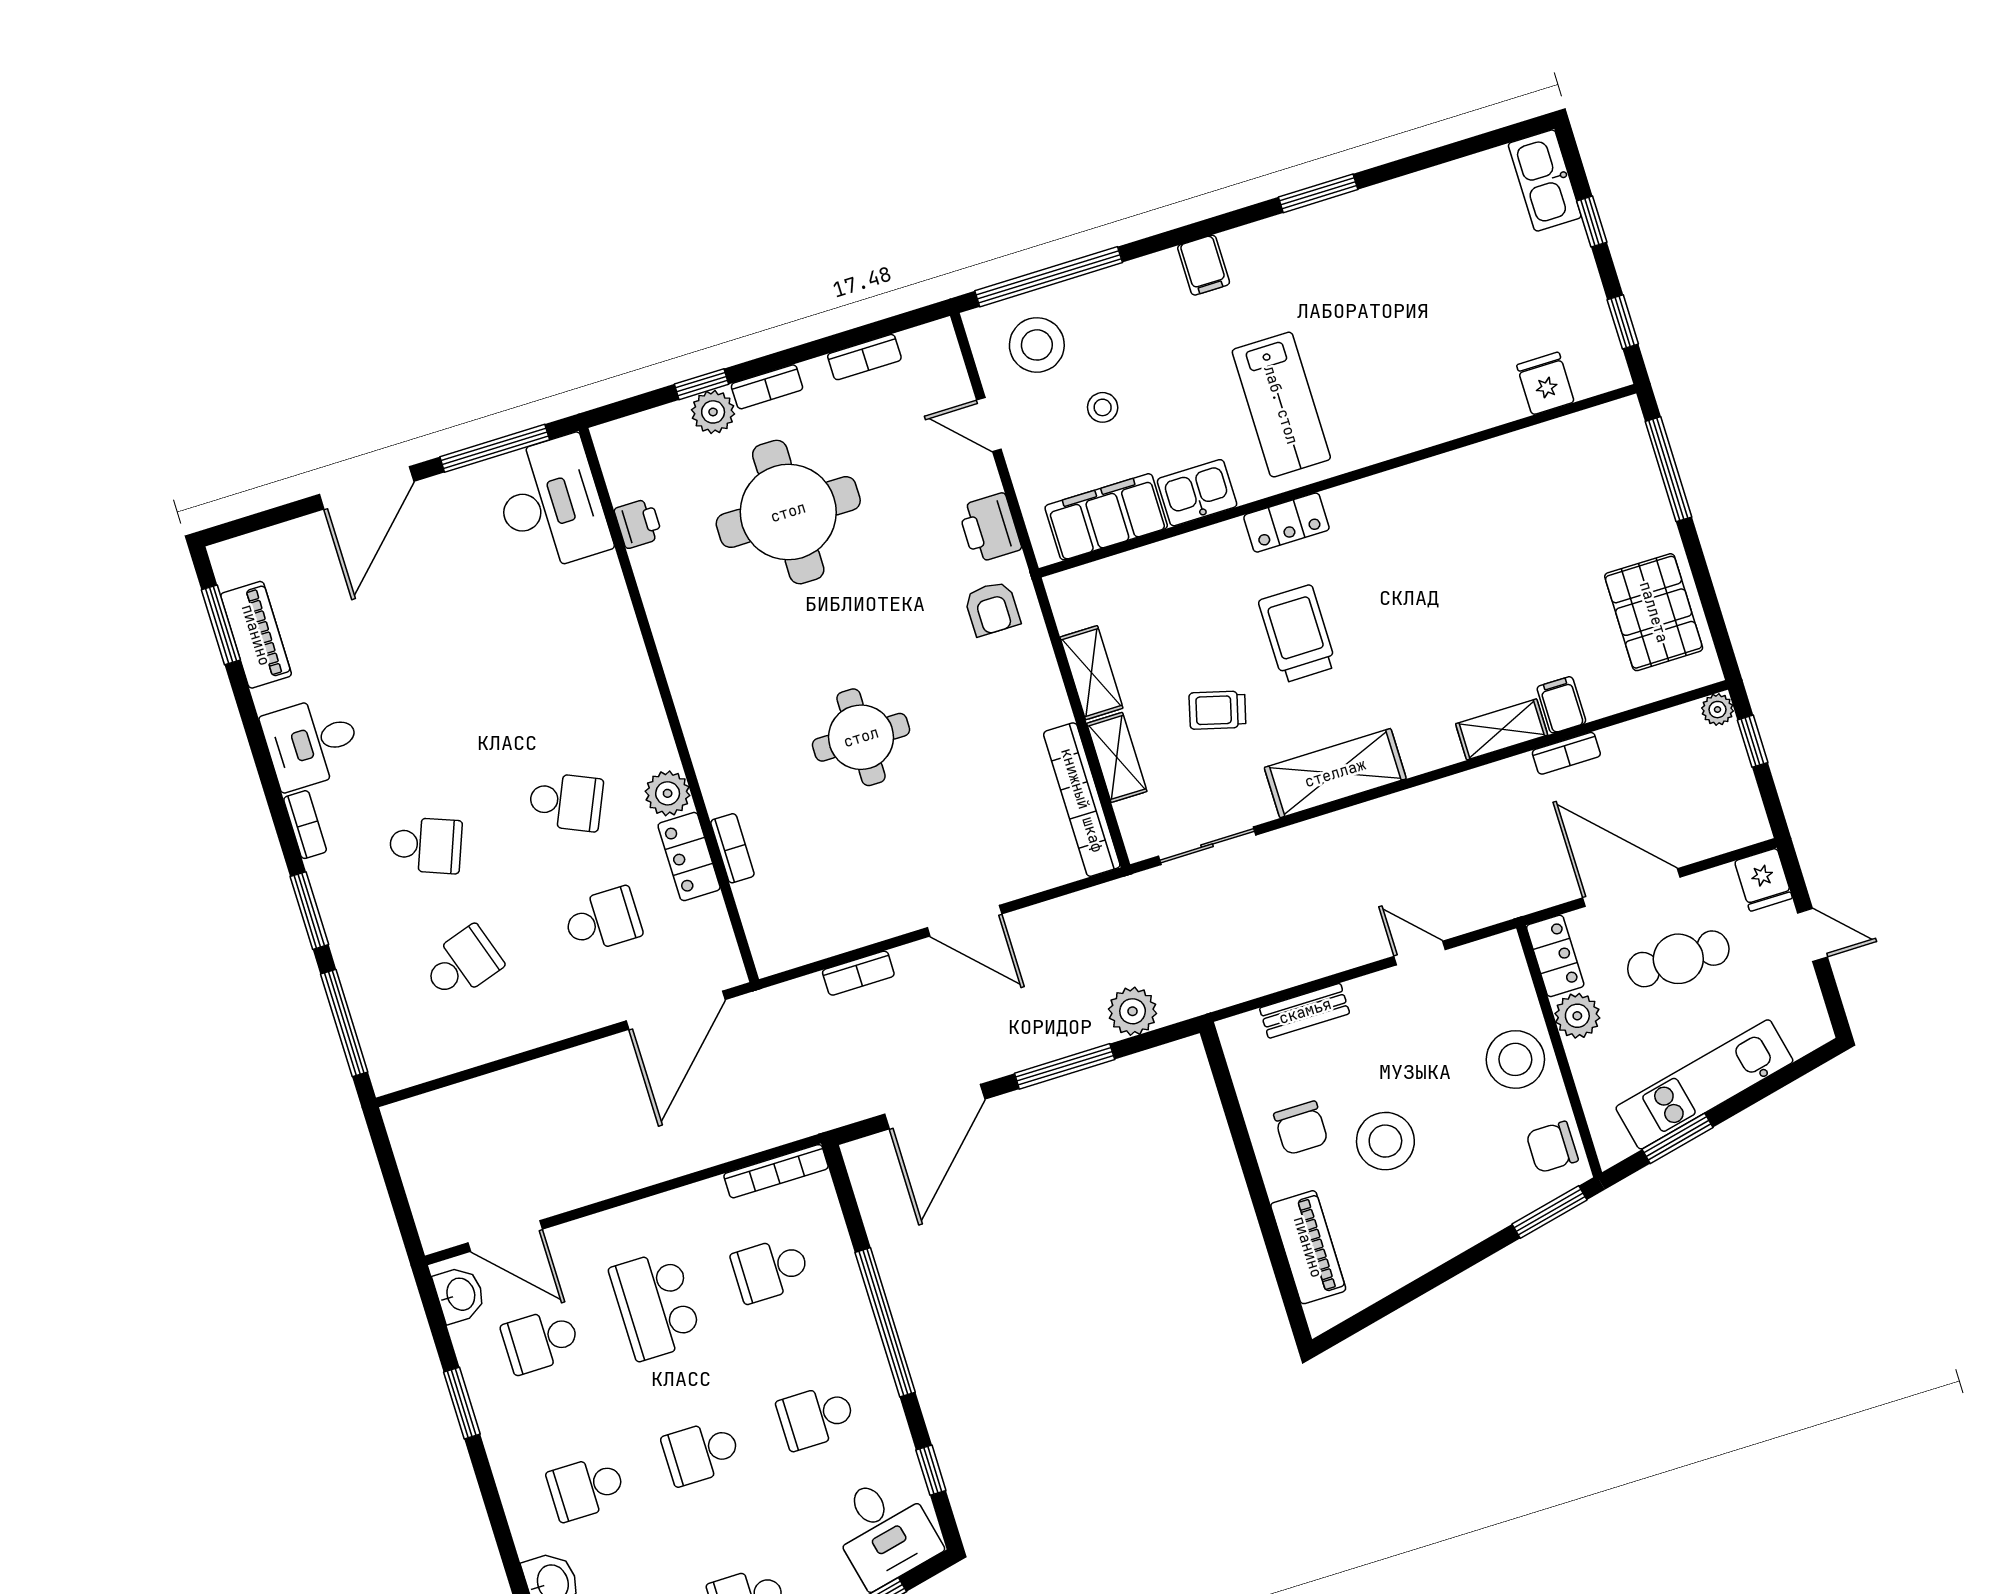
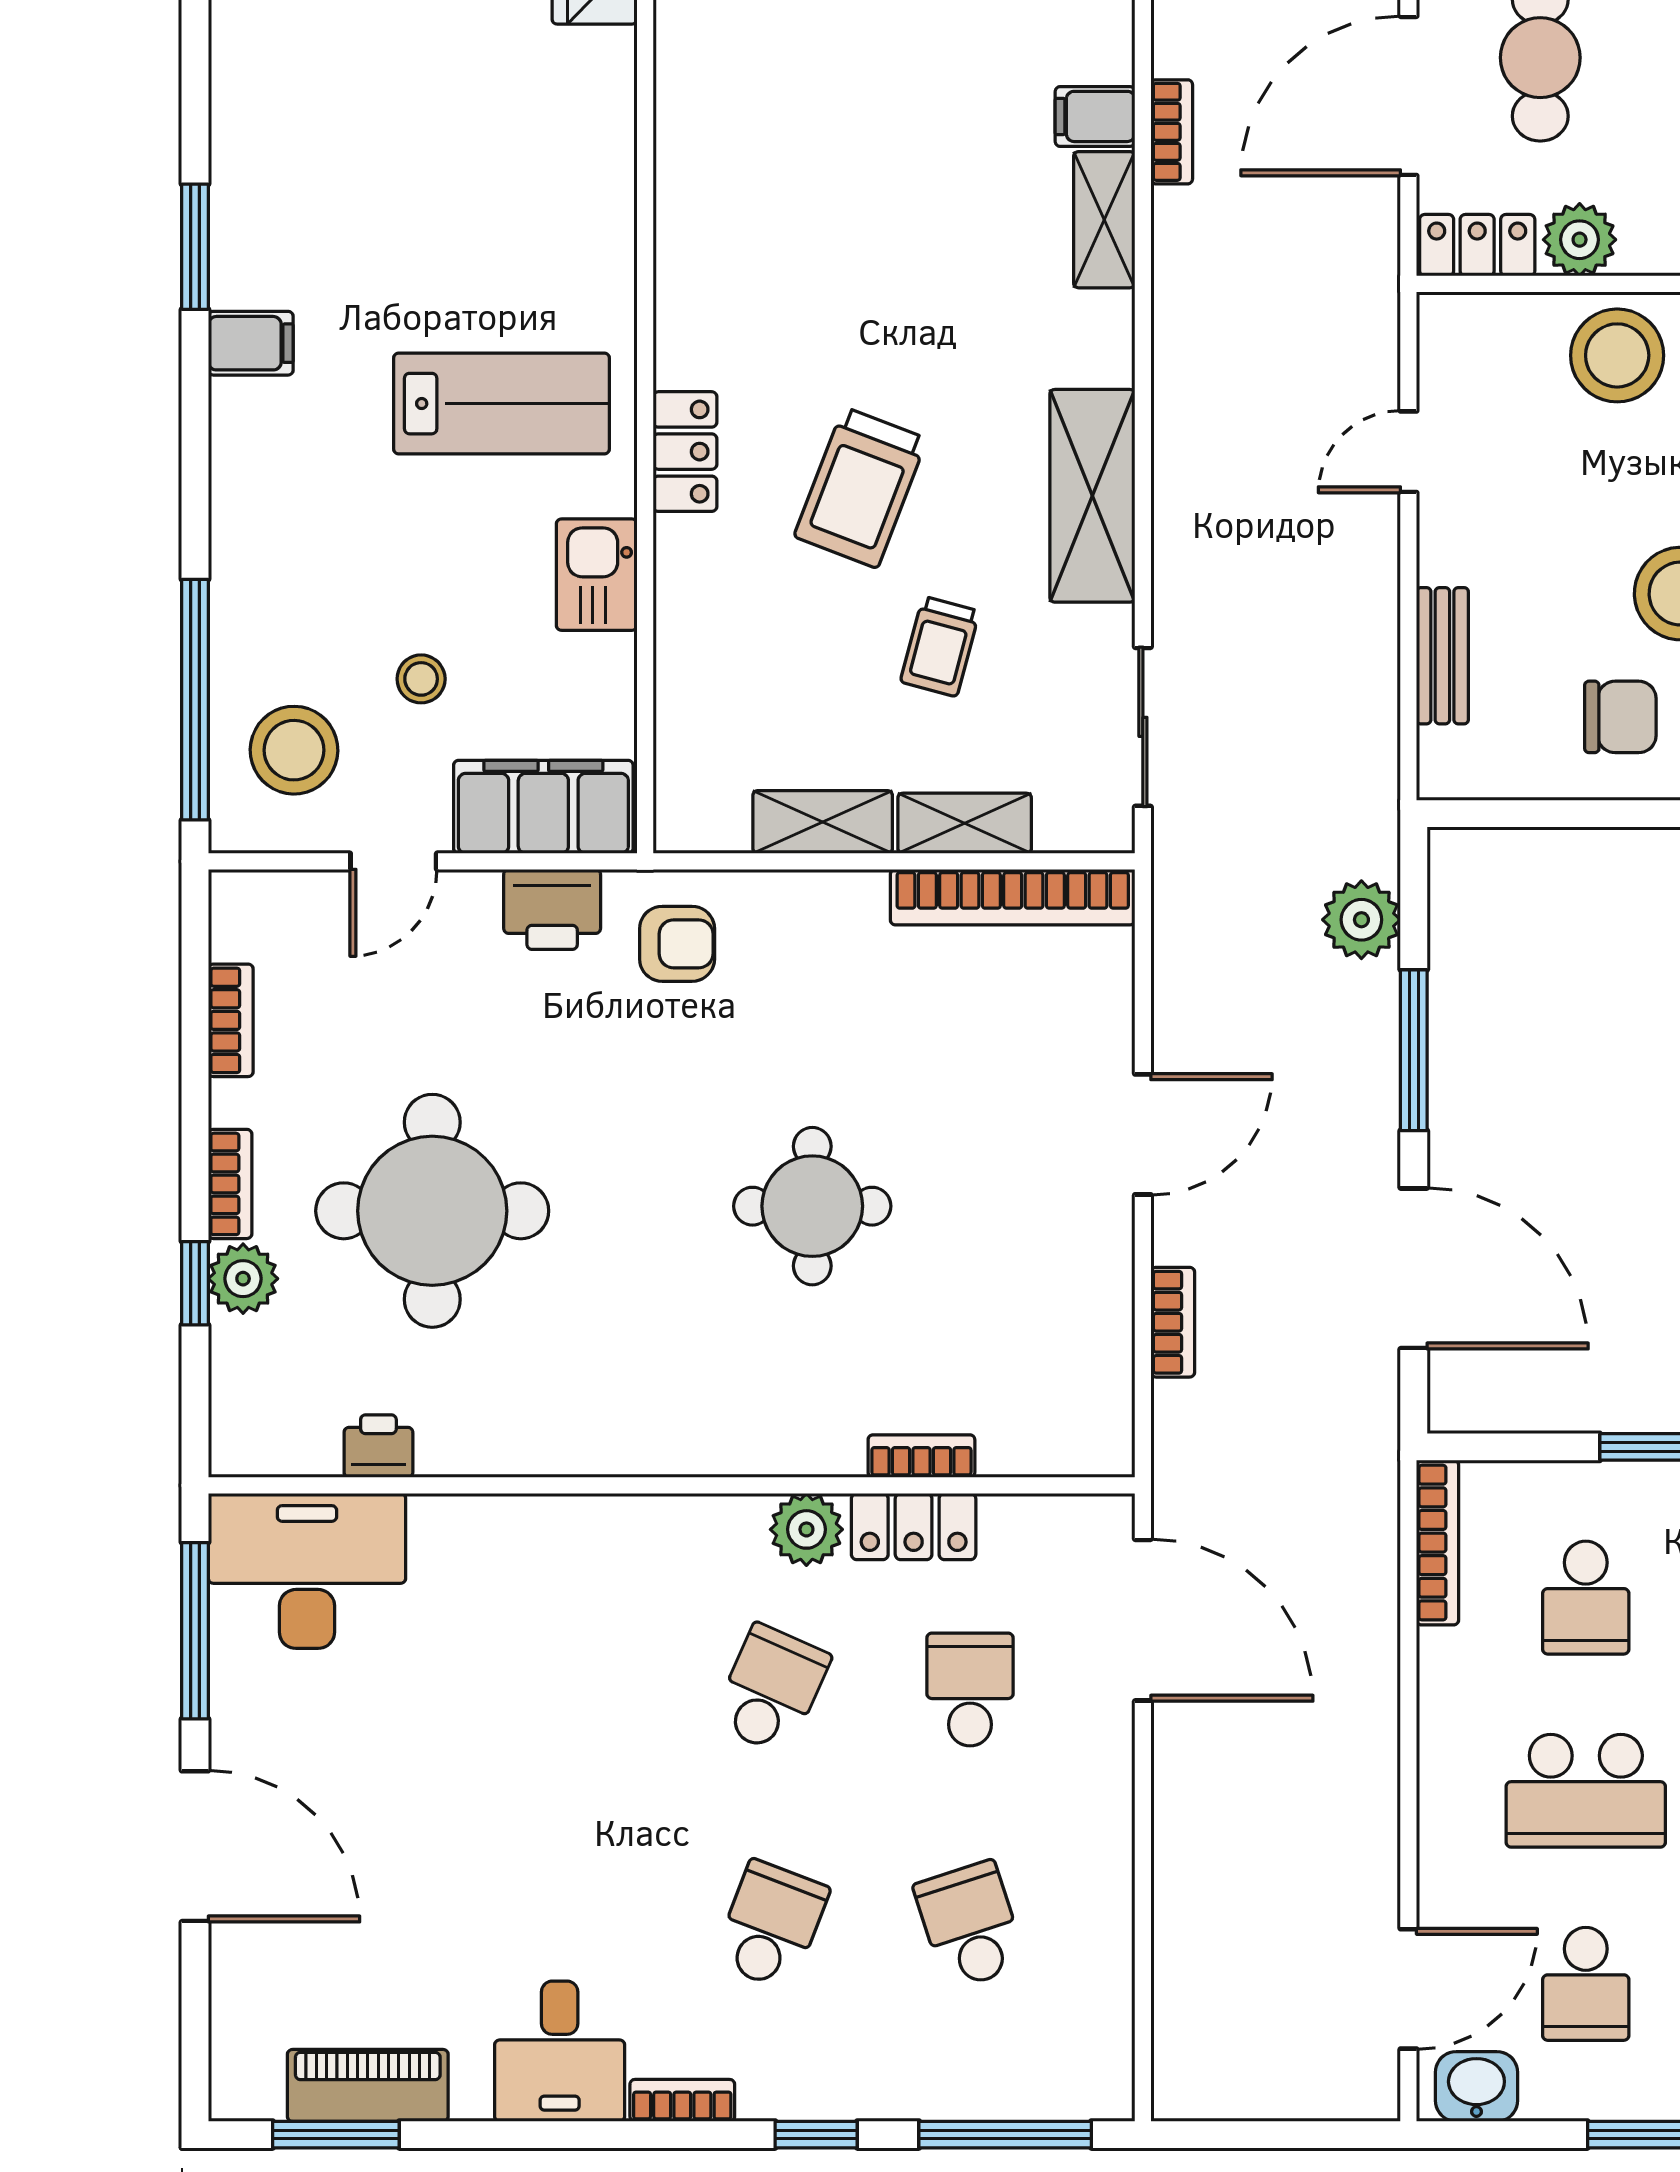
filing cabinet: (1204, 265) -> (251, 343), moved
filing cabinet: (1106, 517) -> (543, 807), moved, turned 90
trolley: (1297, 634) -> (861, 488), turned -69
window: (309, 911) -> (816, 2135), width x0.67

